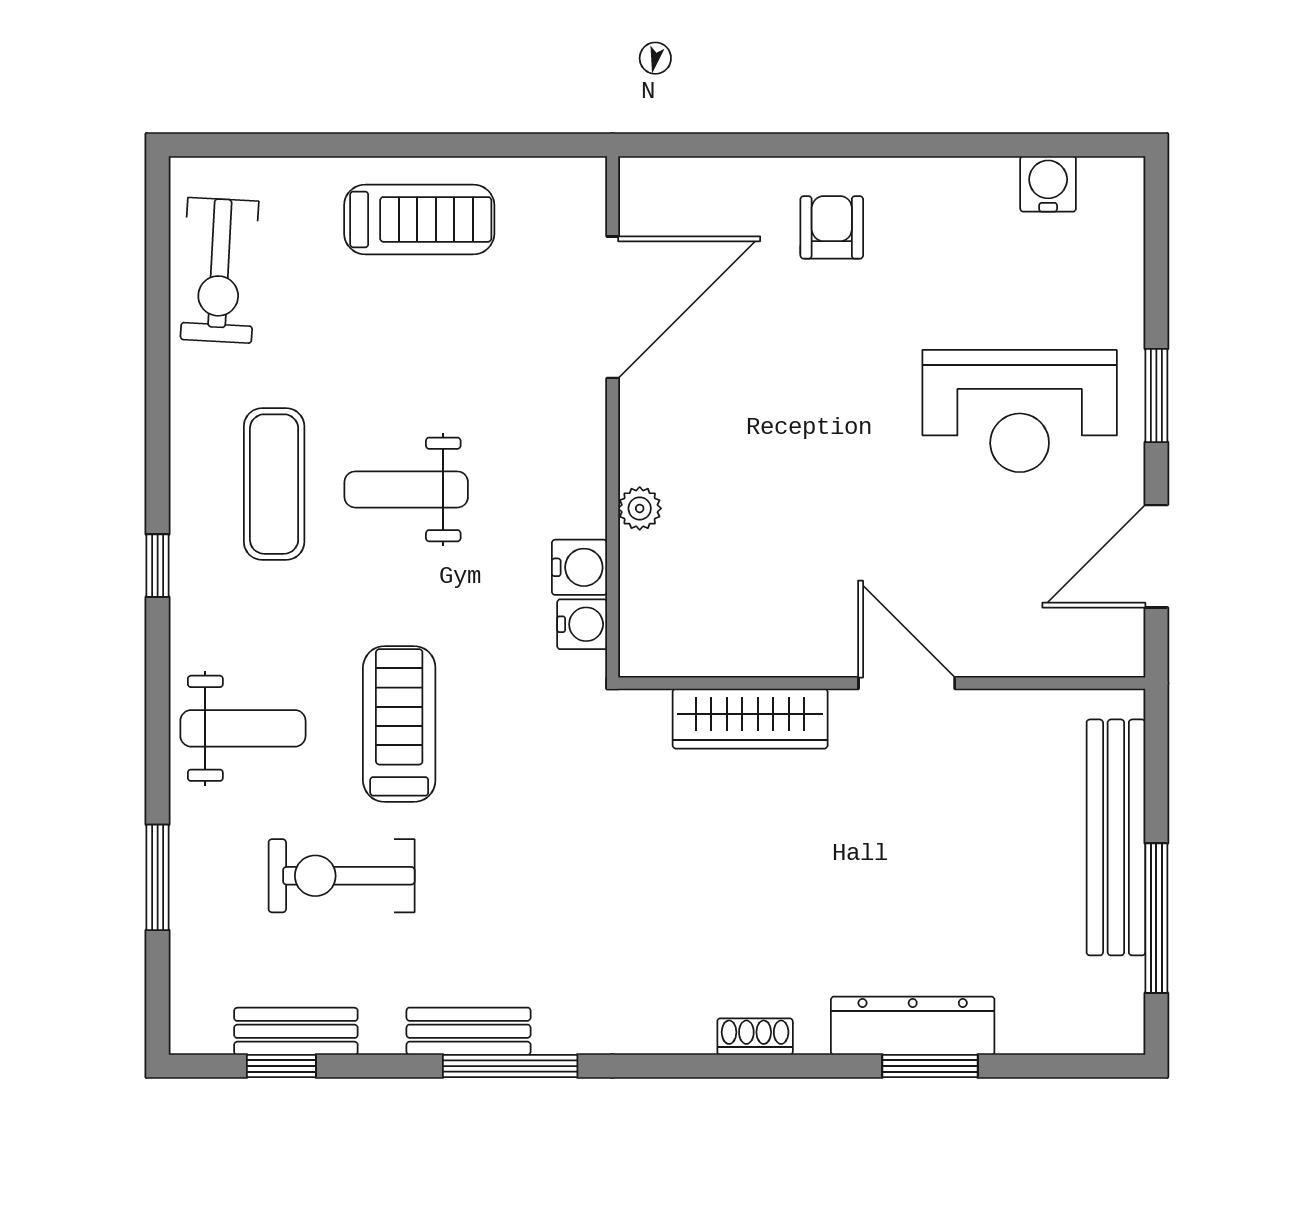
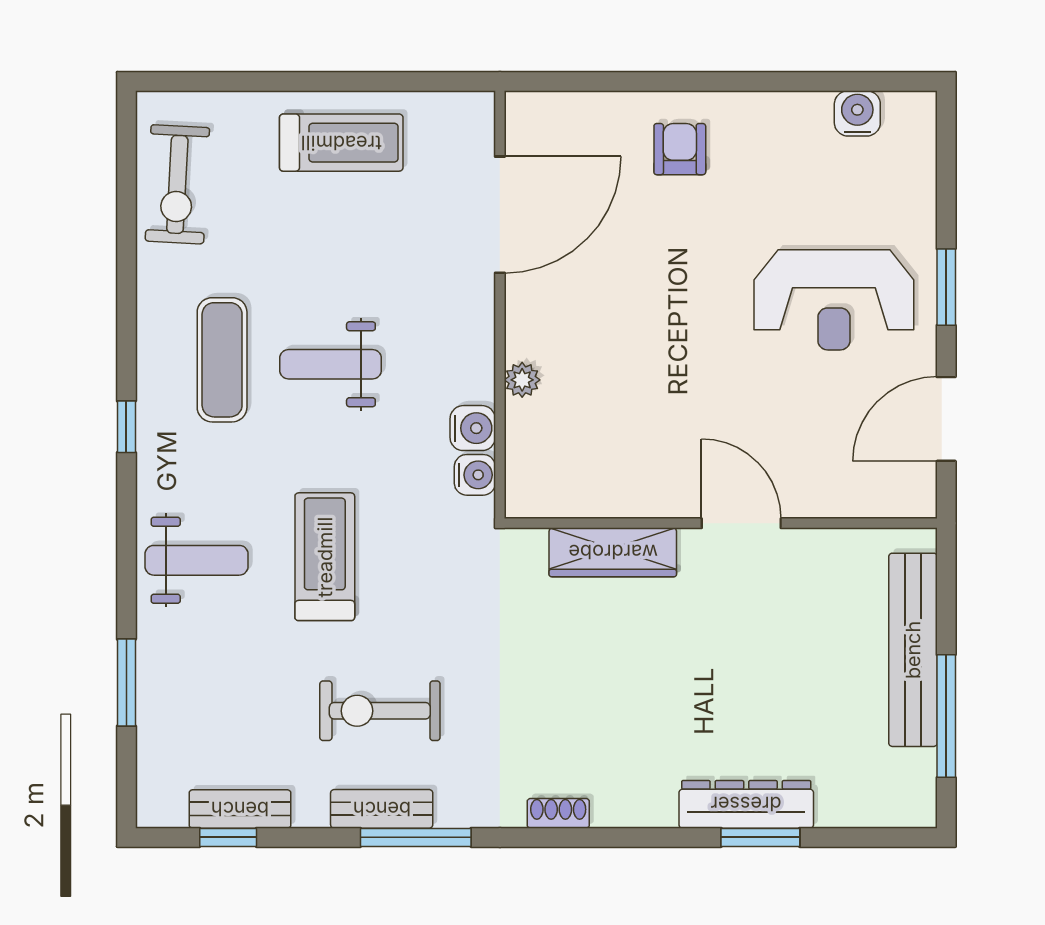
exercise bike: (342, 876) -> (380, 711), moved
shoe rack: (755, 1037) -> (558, 813), moved

